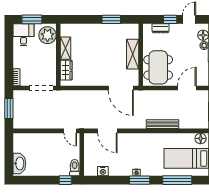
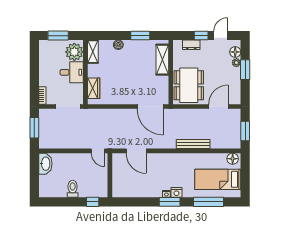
boiler: (90, 28) -> (118, 45), added
desk: (23, 35) -> (72, 72), moved, turned 90
shelving: (65, 48) -> (93, 52), moved
shelving: (133, 54) -> (162, 60), moved
washbasin: (19, 164) -> (45, 164), moved
toilet: (75, 168) -> (73, 189), moved
nightstand: (103, 171) -> (176, 192), moved

